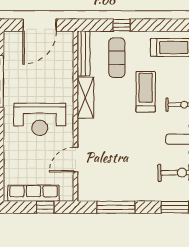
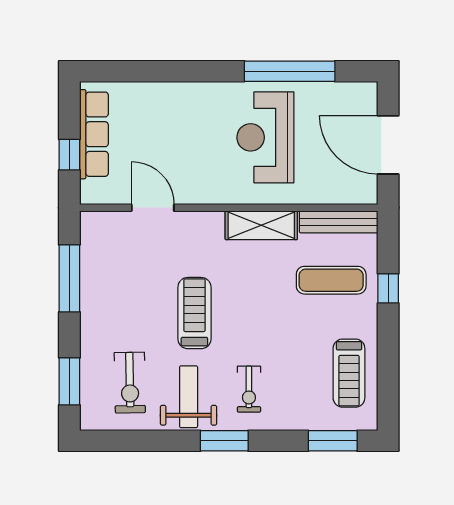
treadmill: (146, 92) -> (194, 313), moved, turned -90
reception desk: (40, 119) -> (265, 137), moved

